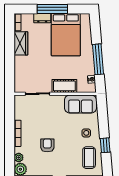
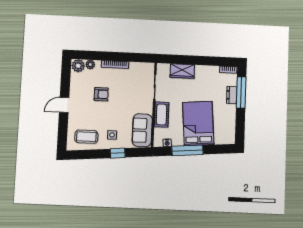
window: (52, 9) -> (241, 92), moved
bed: (66, 35) -> (198, 123), moved, turned 85
wardrobe: (21, 43) -> (182, 71), moved
window: (105, 145) -> (118, 153), moved

